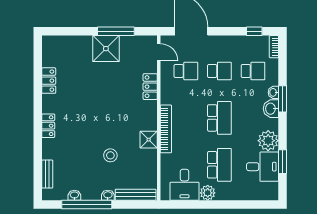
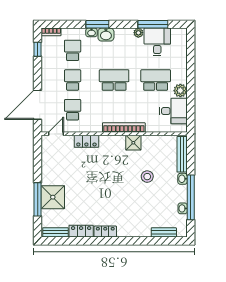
window: (116, 31) -> (38, 199), moved
shower: (106, 49) -> (53, 197), moved
bench: (47, 52) -> (55, 232), added
locker: (48, 126) -> (105, 232), moved
plant: (268, 141) -> (138, 33), width x0.53, depth x0.53
window: (283, 162) -> (153, 24), width x1.44

